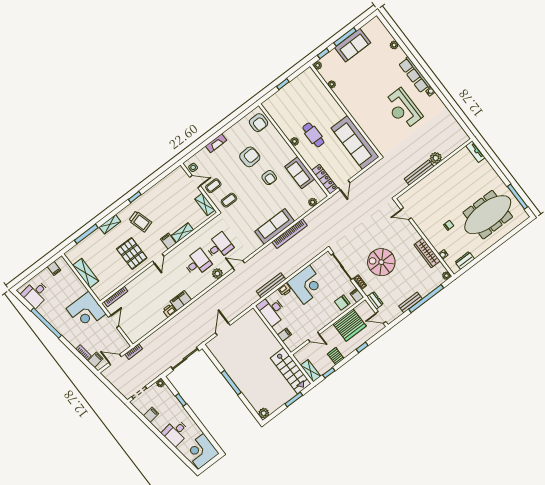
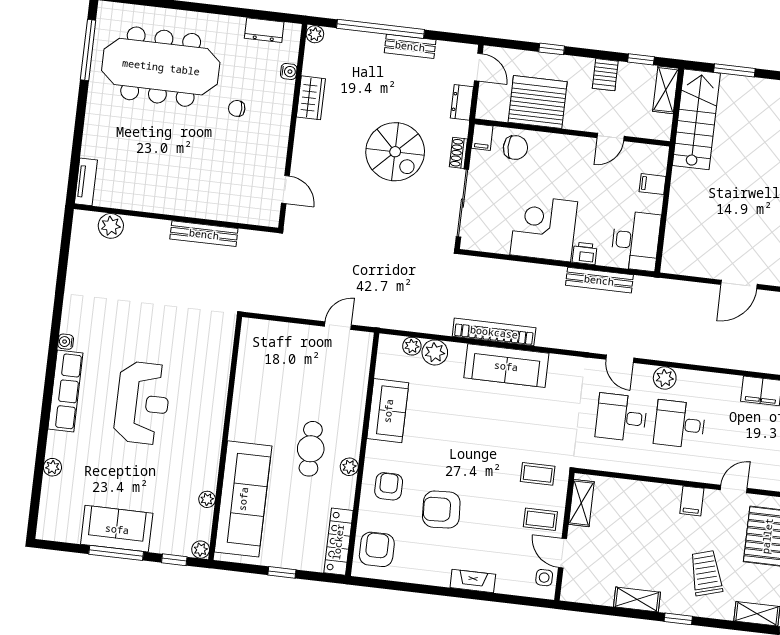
reception desk: (403, 109) -> (142, 403), moved
sofa: (355, 142) -> (243, 499), moved
plant: (436, 158) -> (111, 226), moved
armchair: (269, 178) -> (389, 486), moved
locker: (325, 179) -> (338, 542), moved
plant: (303, 208) -> (435, 352), added
shelving: (182, 233) -> (637, 599), moved
wardrobe: (427, 253) -> (311, 98), width x0.67
door: (314, 337) -> (611, 137), swing flipped

